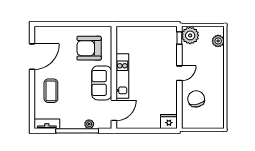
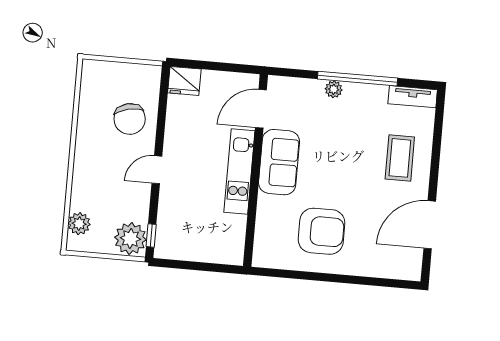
kitchen unit: (122, 76) -> (239, 172), moved
wall: (114, 77) -> (256, 170), moved
sofa: (102, 83) -> (279, 162), moved
door: (114, 110) -> (261, 109), moved

